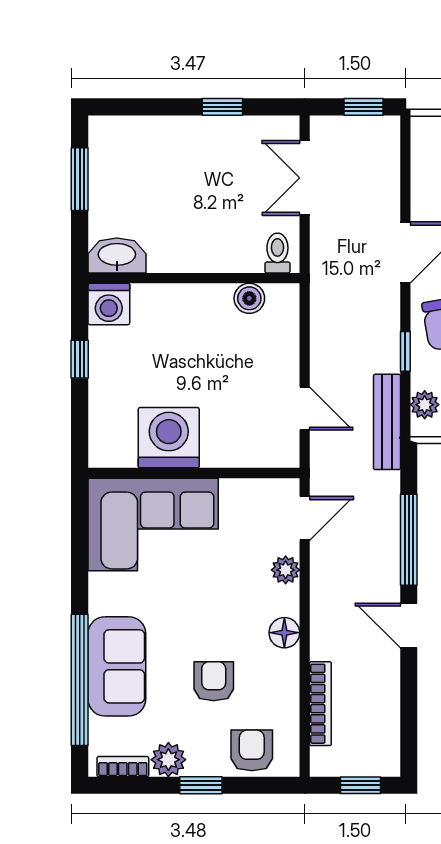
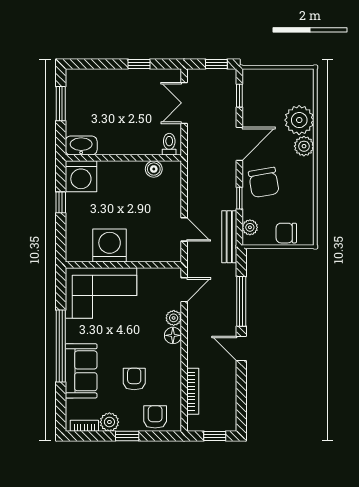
window: (405, 164) -> (239, 96), added
washing machine: (109, 304) -> (81, 176), width x1.37, depth x1.37
floor lamp: (284, 633) -> (173, 335), moved
window: (80, 680) -> (61, 346), moved

